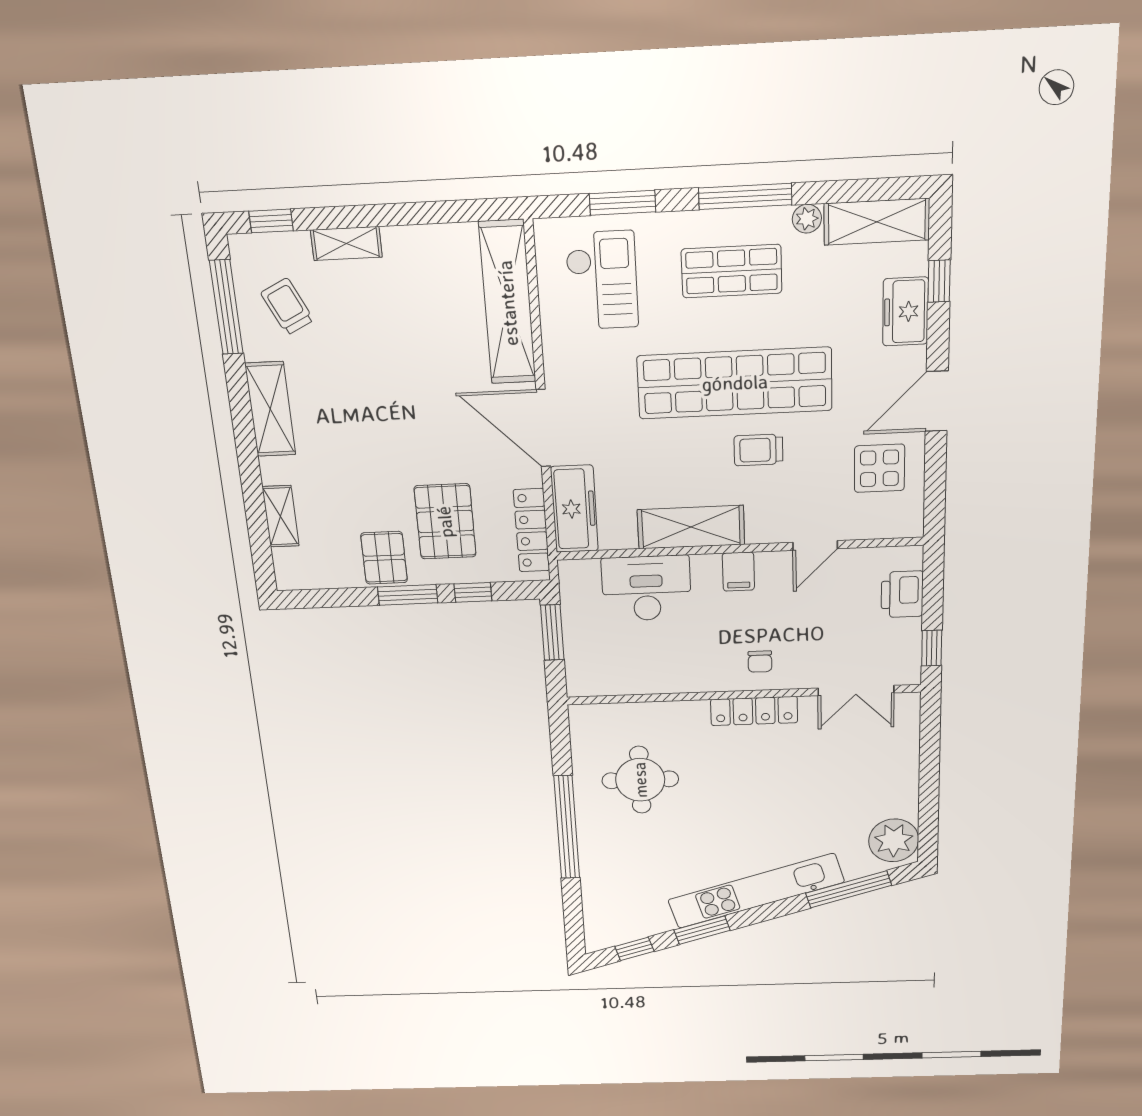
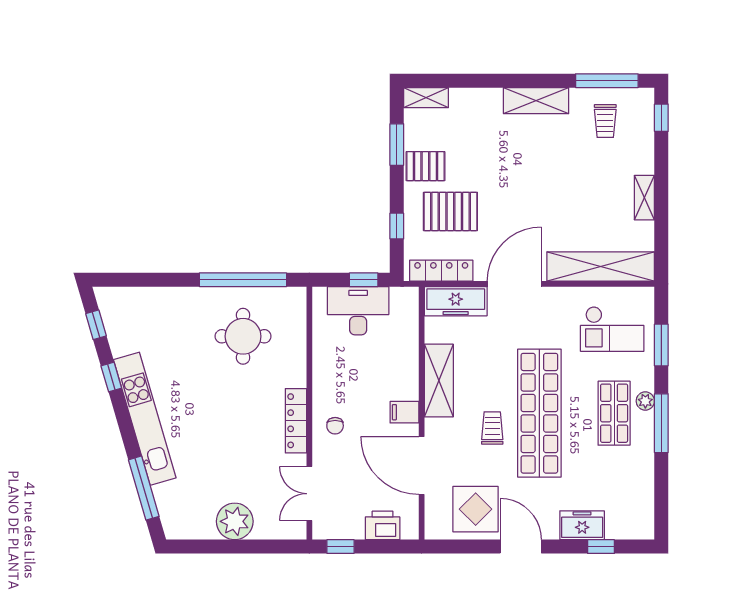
plant: (807, 219) -> (645, 401), moved
shelving: (877, 222) -> (641, 506), removed
shelving: (346, 243) -> (644, 198), moved
trolley: (287, 306) -> (605, 121), turned 116
display table: (879, 468) -> (476, 509), width x1.36, depth x1.36
shelving: (281, 516) -> (426, 98), moved
door: (815, 546) -> (422, 465), width x1.88
desk: (646, 588) -> (358, 311), moved, turned -90
window: (408, 595) -> (397, 145), moved
window: (552, 632) -> (364, 280), width x0.67
chair: (760, 662) -> (335, 426), turned -90
window: (567, 827) -> (243, 280), moved
plant: (894, 840) -> (235, 521), moved
window: (702, 930) -> (111, 377), width x0.67

